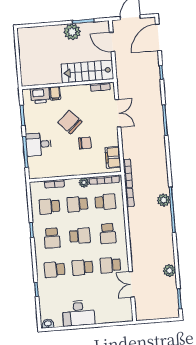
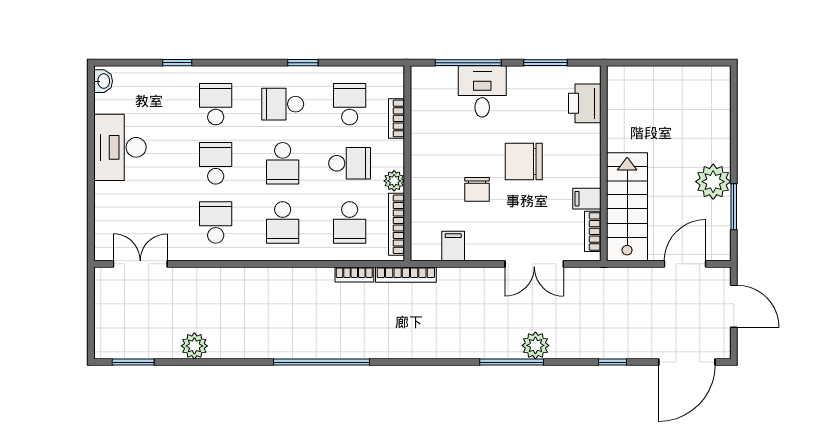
door: (158, 37) -> (687, 362), swing flipped
filing cabinet: (55, 93) -> (587, 199), moved
chair: (70, 122) -> (524, 162), turned -137
filing cabinet: (113, 157) -> (453, 246), width x0.50
plant: (164, 200) -> (535, 345), moved
school desk: (77, 204) -> (350, 163), turned 90
school desk: (108, 234) -> (283, 222), turned -90
double door: (132, 284) -> (140, 264), moved

